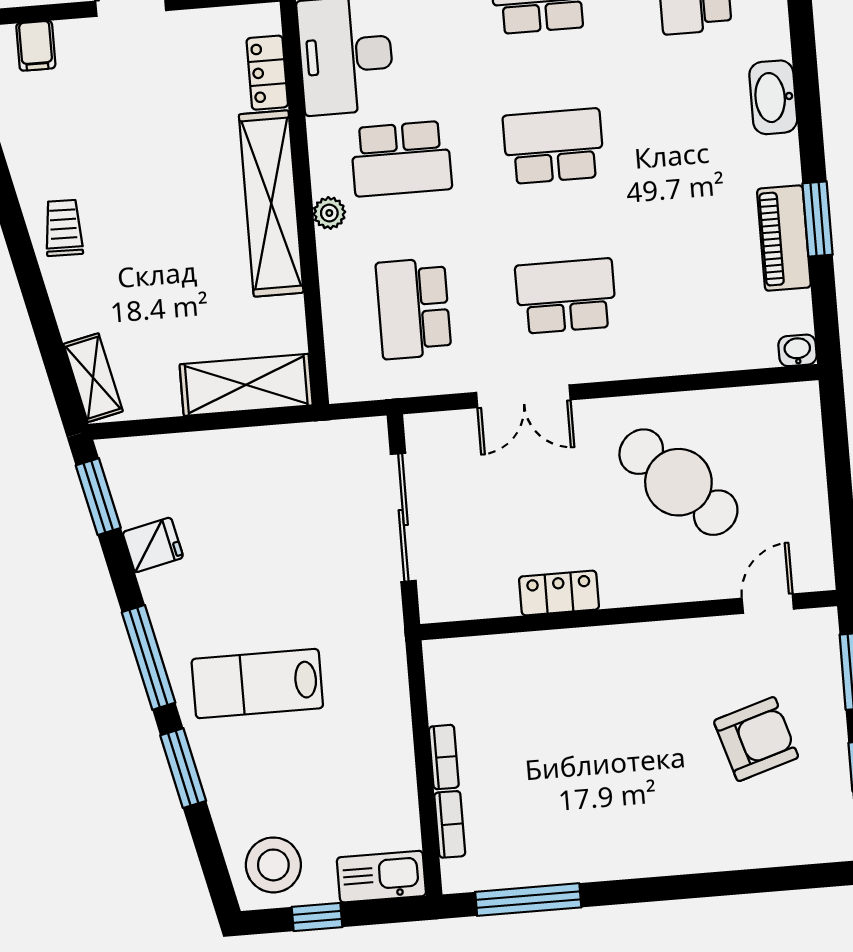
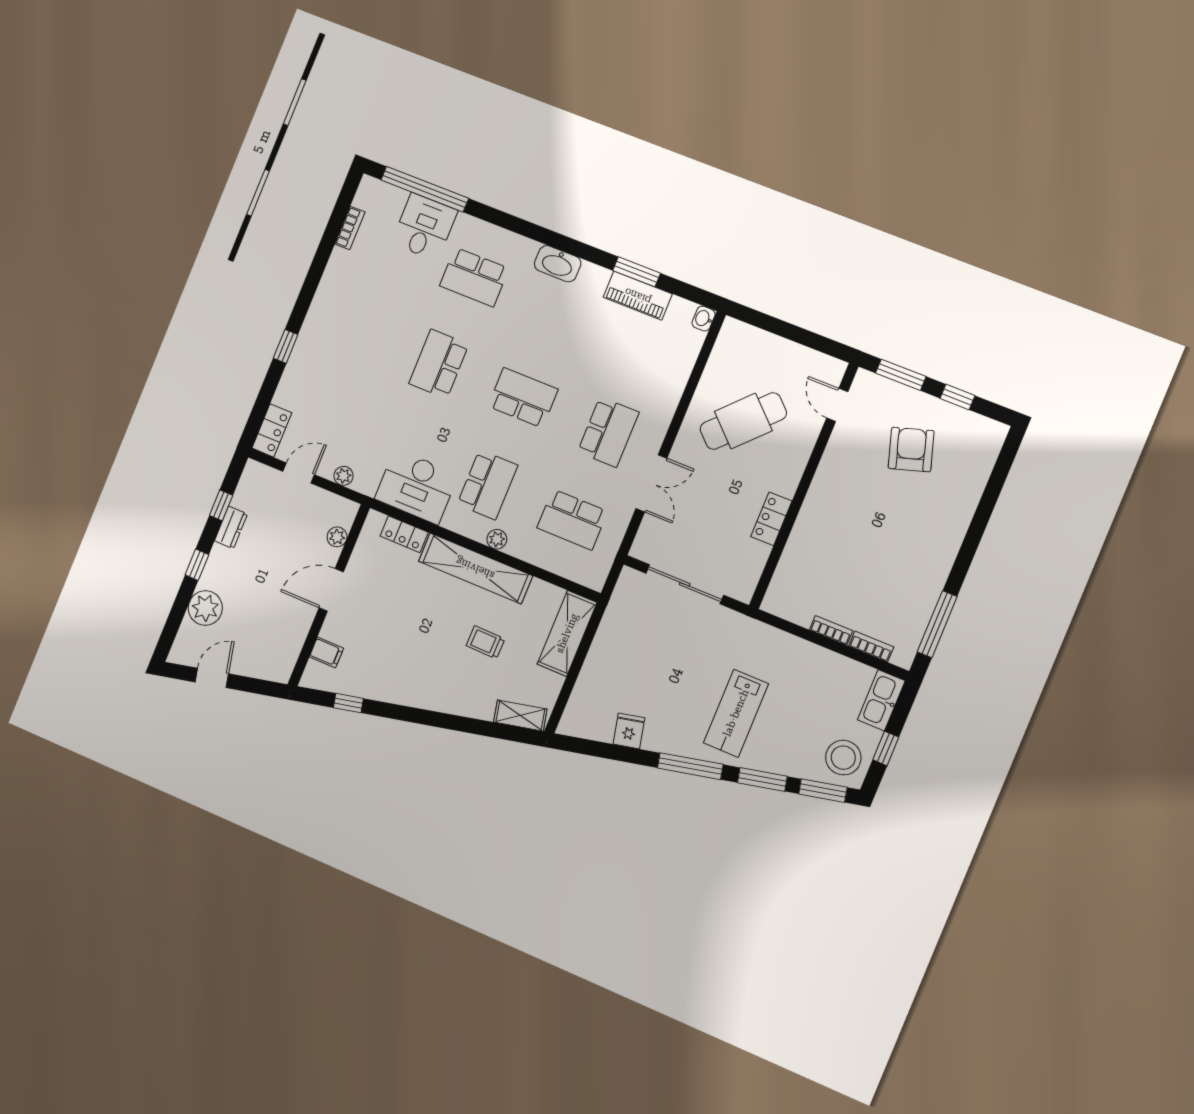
school desk: (554, 146) -> (523, 398), turned 90
trolley: (63, 228) -> (485, 642), moved
school desk: (566, 296) -> (608, 432), turned 180
window: (98, 497) -> (823, 791), moved

